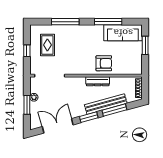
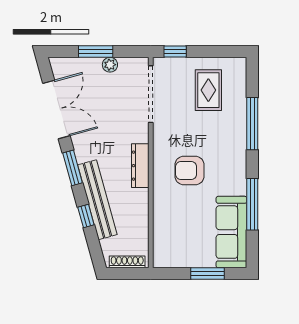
rug: (47, 45) -> (208, 90), turned 90
window: (27, 51) -> (175, 52), moved
armchair: (104, 63) -> (189, 170), moved, turned 90
dresser: (98, 81) -> (140, 166), moved
window: (114, 110) -> (86, 216), width x0.46

